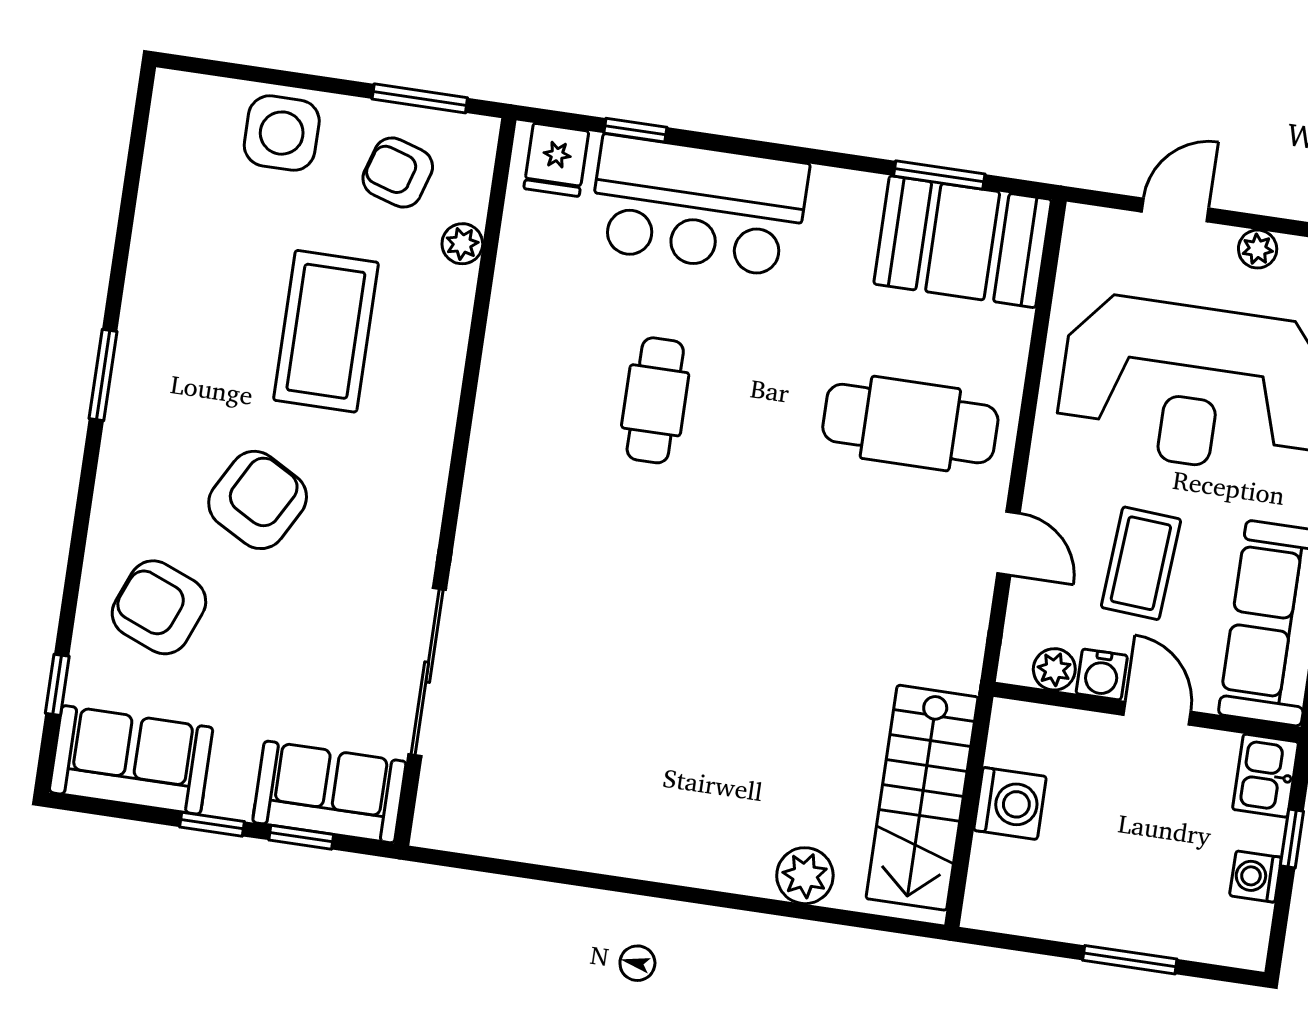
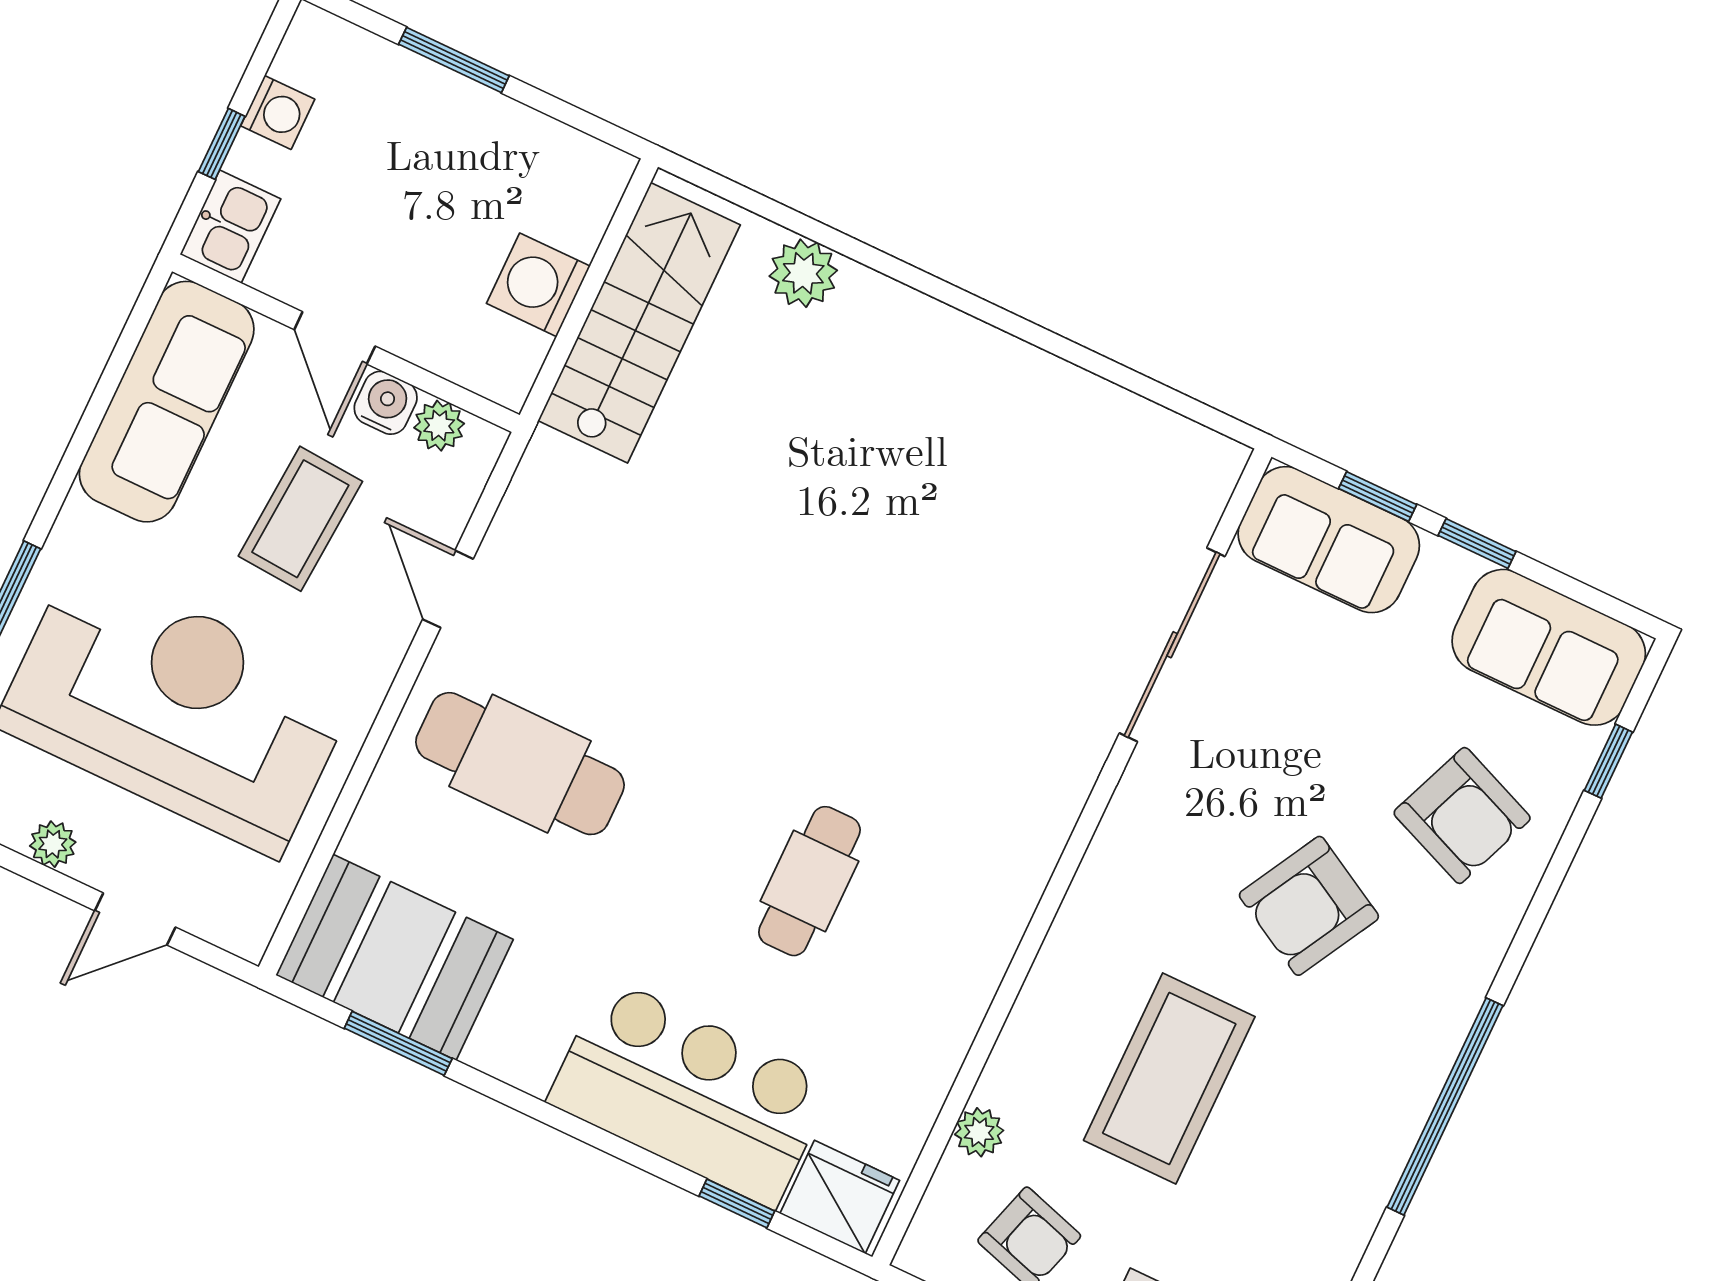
fridge: (556, 160) -> (840, 1197), width x1.38
window: (103, 375) -> (1445, 1106), width x2.11

